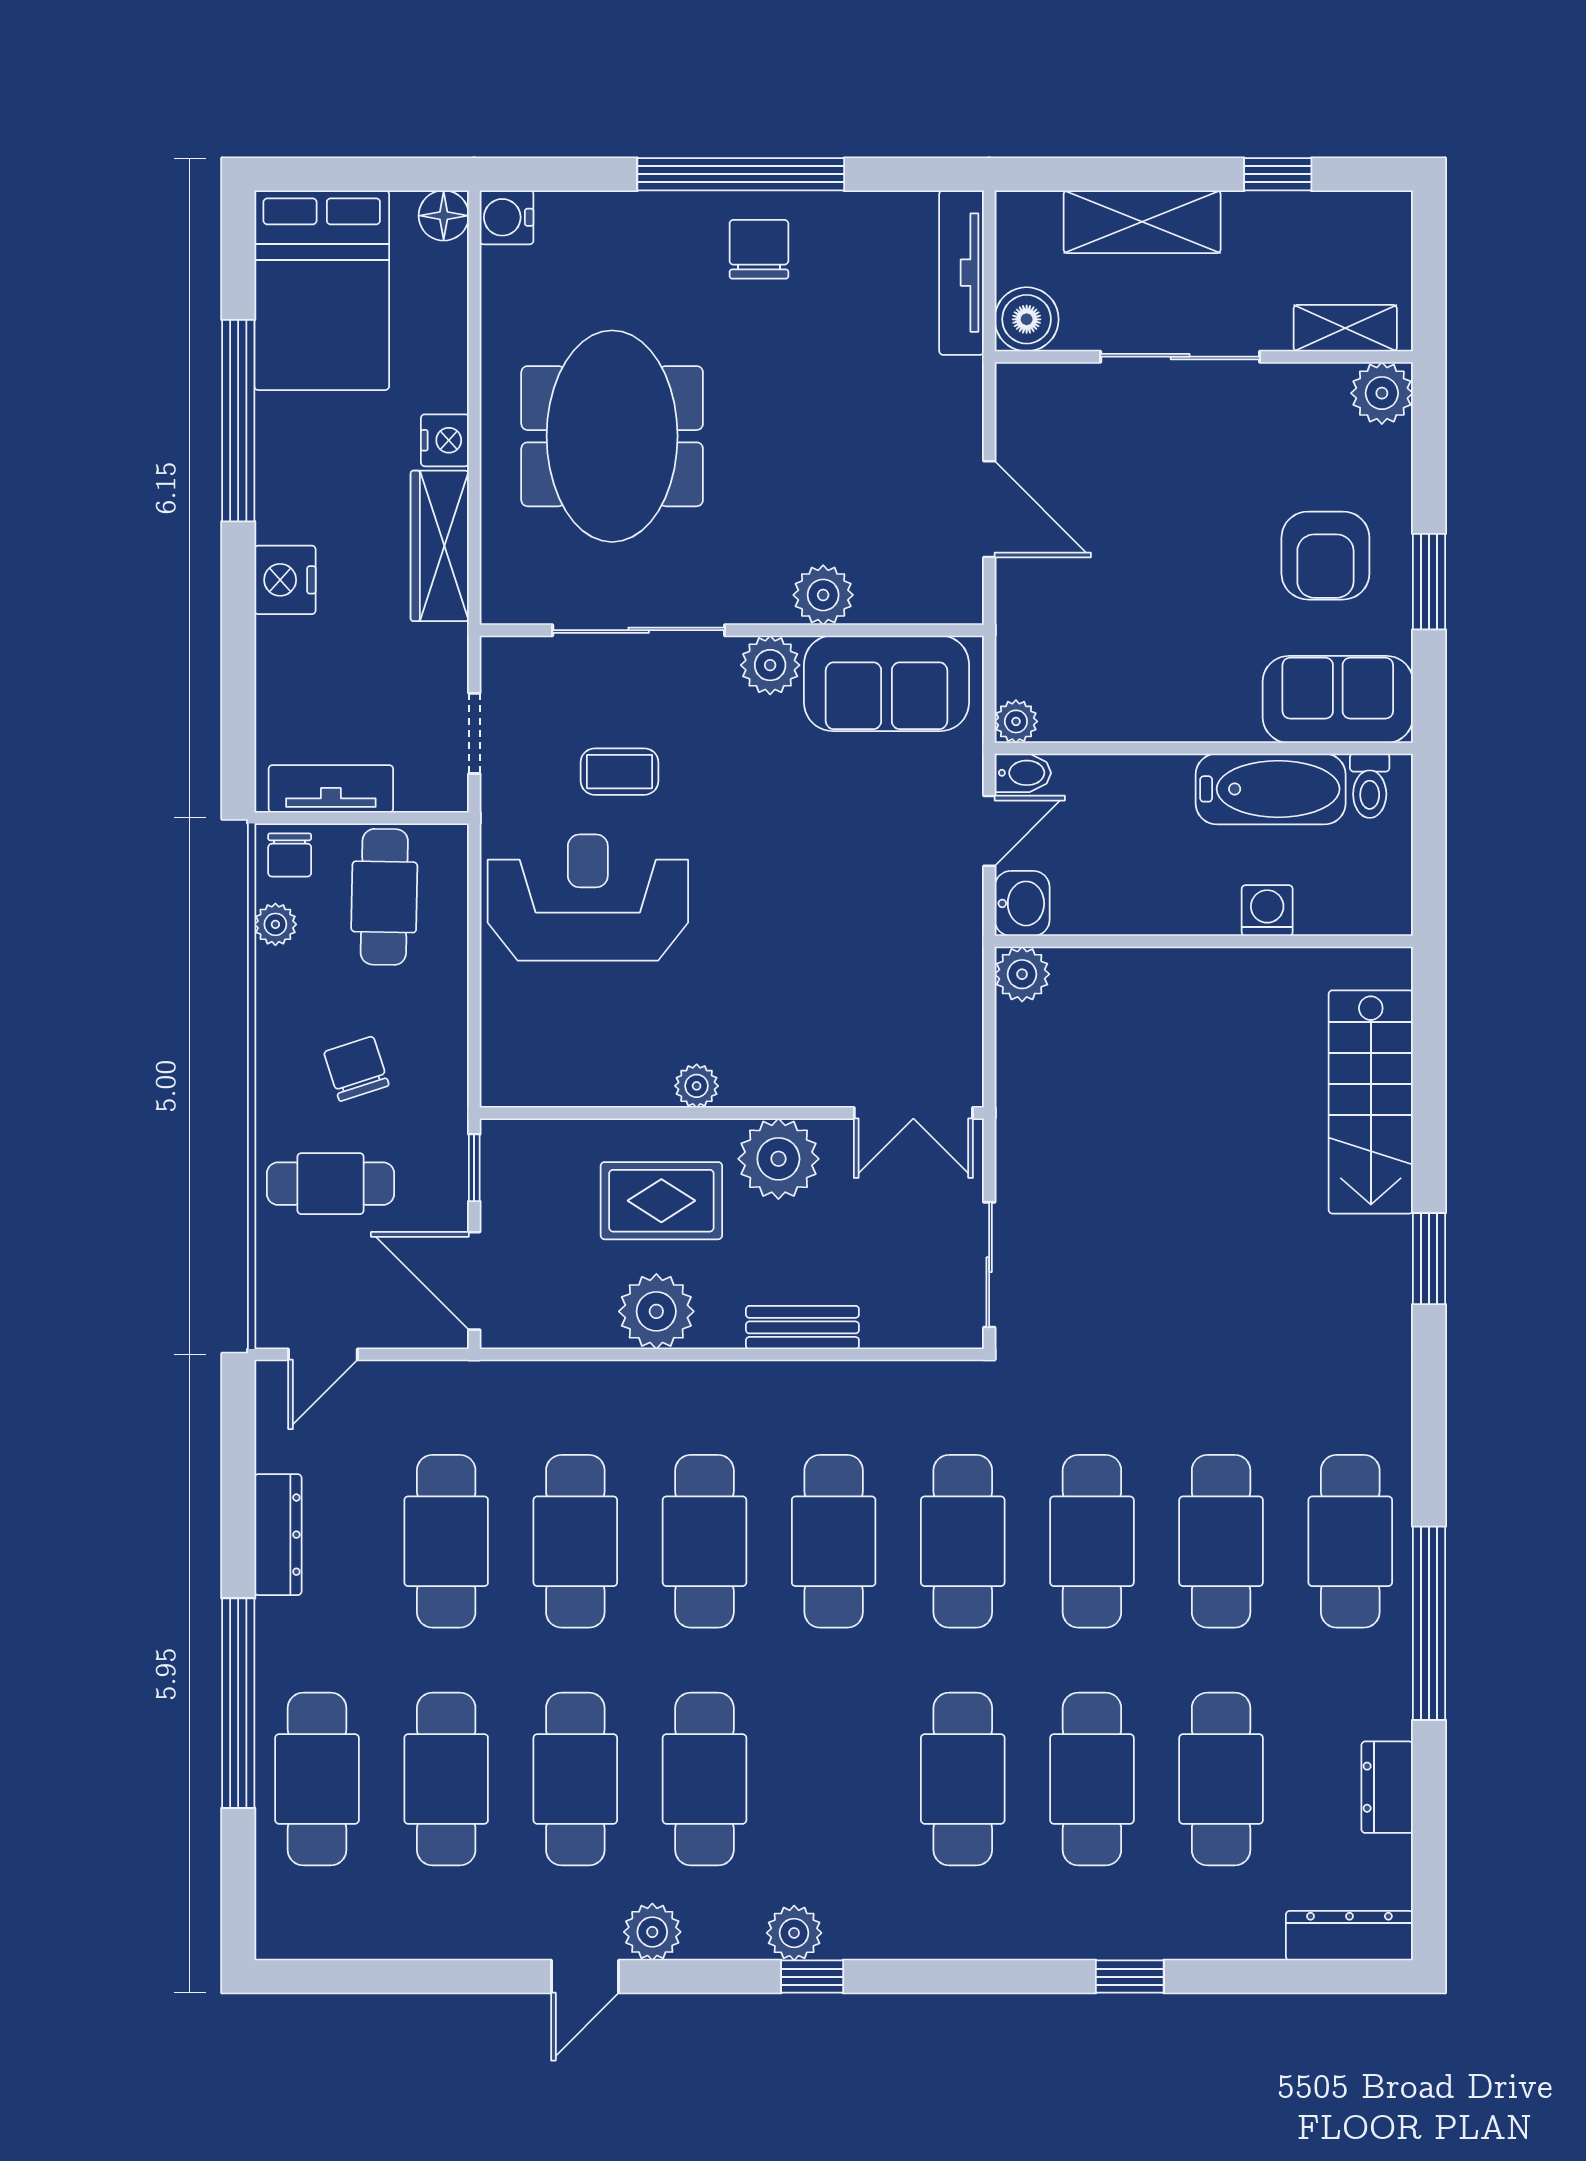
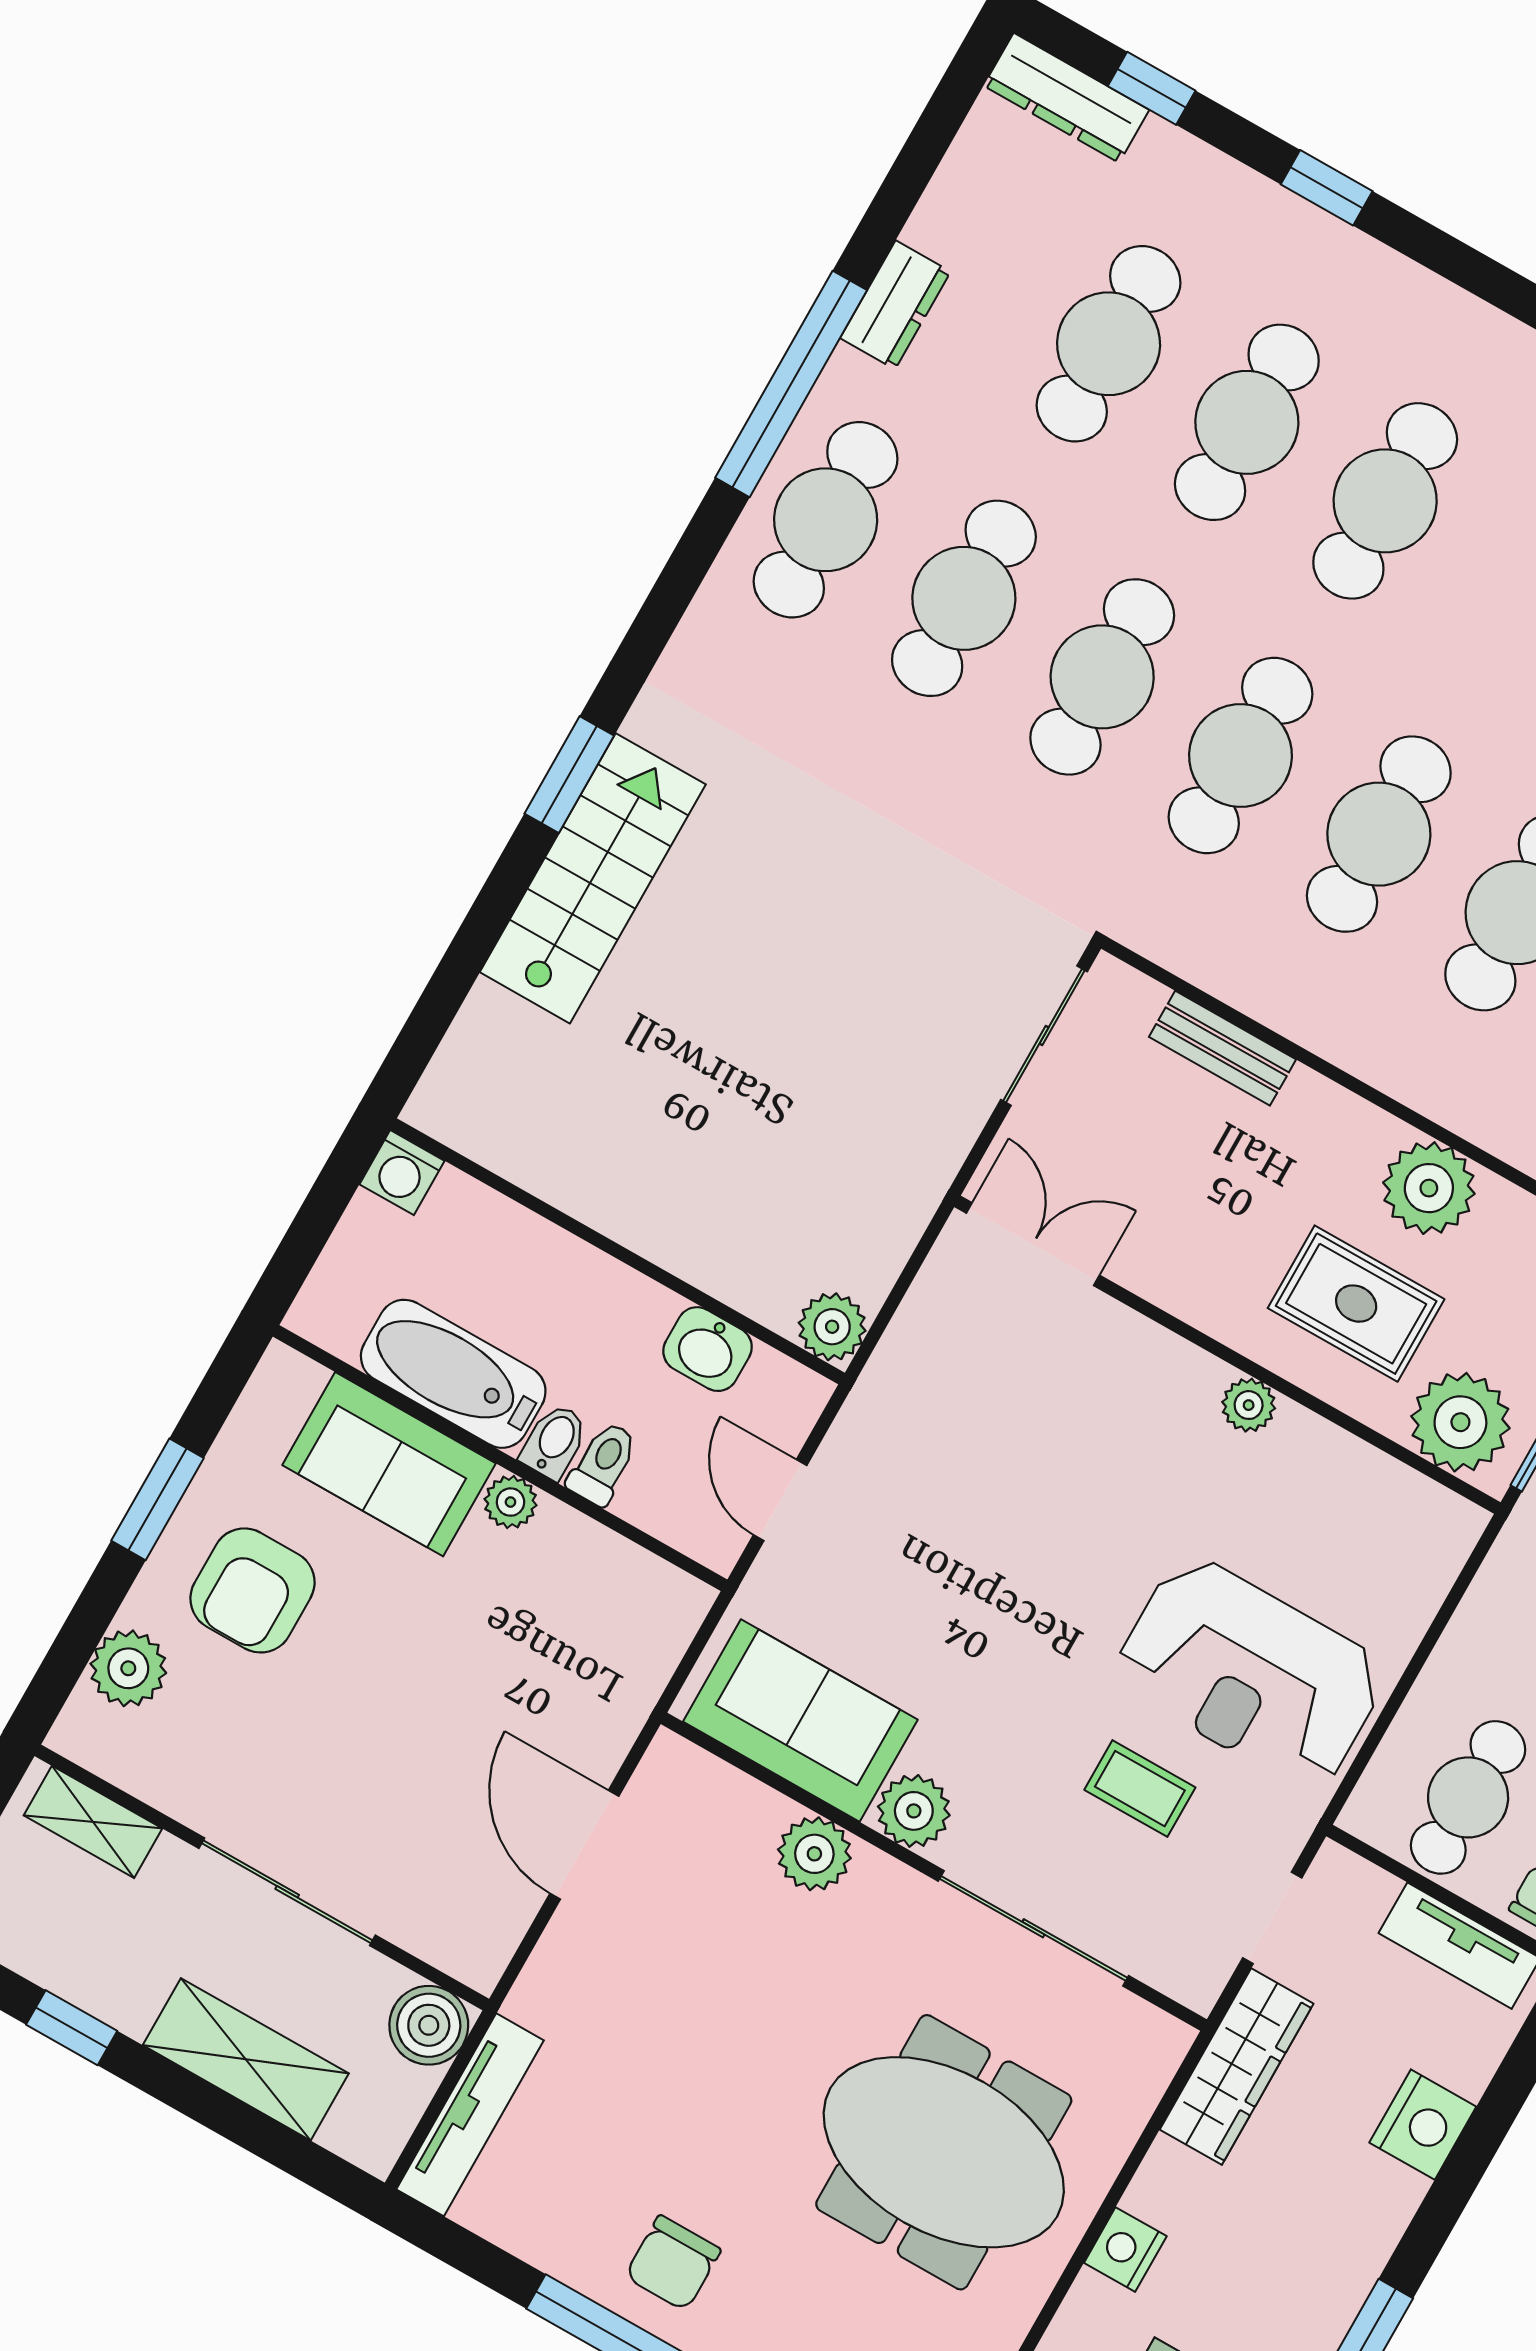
plant: (1382, 393) -> (128, 1668), moved
meeting table: (612, 436) -> (944, 2152), turned 90
wardrobe: (440, 546) -> (1237, 2067), moved
armchair: (1325, 556) -> (252, 1590), turned 180
nightstand: (285, 580) -> (1423, 2125), moved
sofa: (1338, 699) -> (389, 1464), moved
plant: (1016, 721) -> (510, 1502), moved
bidet: (1023, 773) -> (554, 1441), moved, turned 90
toilet: (1370, 786) -> (603, 1463), moved
door: (989, 831) -> (780, 1500), hinge flipped
washbasin: (1022, 903) -> (708, 1349), moved, turned -90
washing machine: (1267, 911) -> (402, 1173), moved
stairs: (1371, 1102) -> (593, 878), moved
plant: (778, 1159) -> (1460, 1422), moved
bench: (802, 1327) -> (1223, 1048), moved
dresser: (1387, 1787) -> (895, 305), moved
window: (1293, 1977) -> (1152, 88), added

